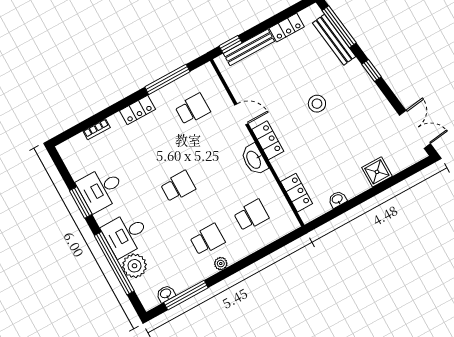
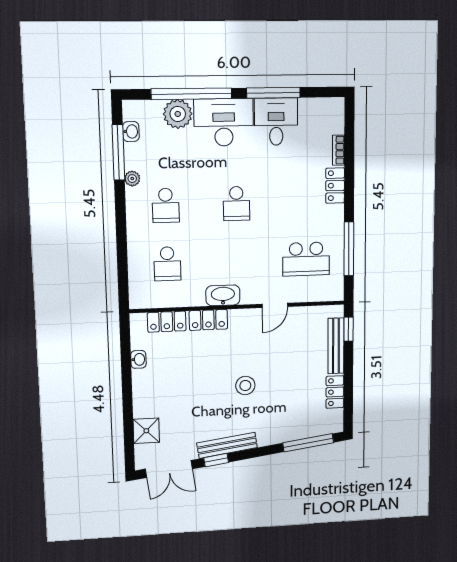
bench: (334, 40) -> (227, 445), moved
window: (371, 71) -> (216, 460), moved
school desk: (193, 109) -> (306, 259), width x1.85
locker: (138, 110) -> (335, 186), moved
locker: (268, 140) -> (208, 320), moved
shower: (377, 172) -> (146, 431), moved
window: (81, 202) -> (273, 93), width x1.44
desk: (126, 234) -> (224, 122), width x1.37
plant: (221, 264) -> (132, 179), moved

